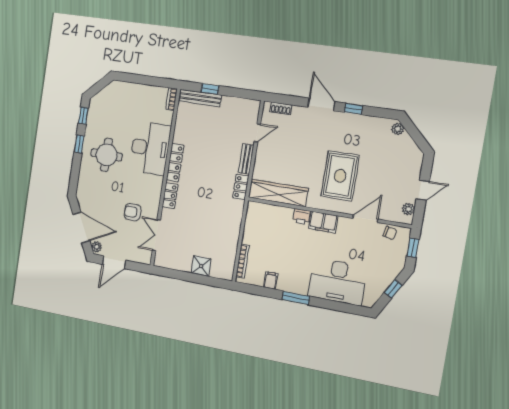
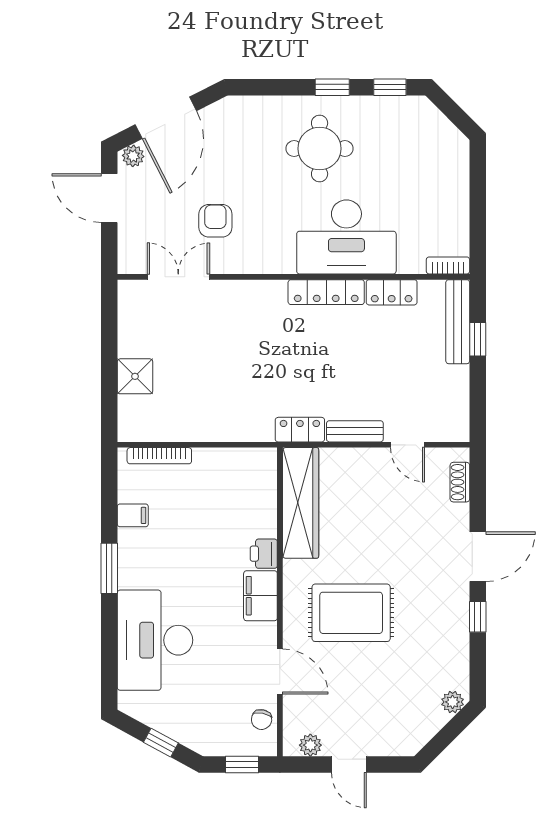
locker: (170, 195) -> (392, 292), moved

